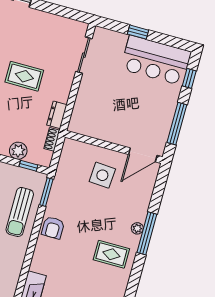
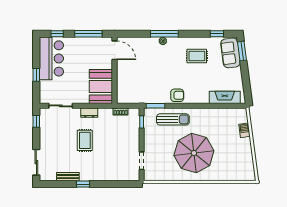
window: (71, 14) -> (36, 121), added
dresser: (57, 115) -> (89, 113), moved
booth: (96, 121) -> (101, 87), added
plant: (18, 151) -> (134, 131), removed
side table: (102, 175) -> (135, 73), removed
rug: (111, 254) -> (197, 56), moved, turned 90

